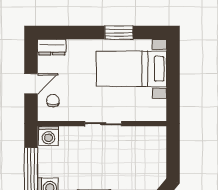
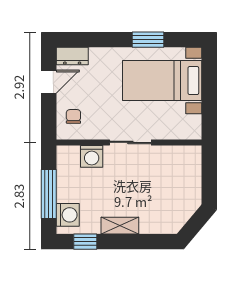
door: (31, 84) -> (49, 82), moved
washing machine: (48, 136) -> (92, 156), moved

